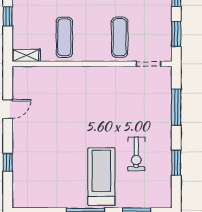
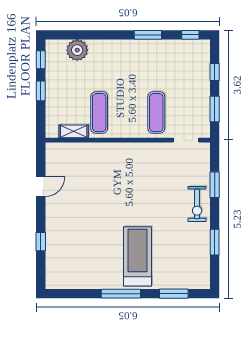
shelving: (26, 55) -> (74, 131), moved
window: (176, 107) -> (215, 185), width x0.69
exercise bike: (136, 154) -> (197, 204), moved

